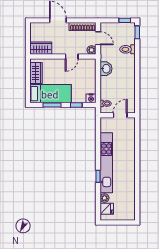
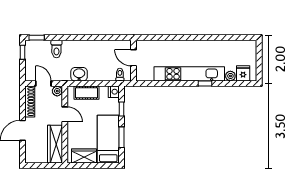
door: (98, 38) -> (43, 84), hinge flipped
wardrobe: (41, 48) -> (55, 144), width x1.50
cot: (90, 75) -> (86, 93), added

